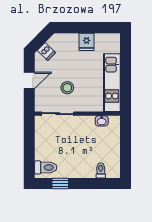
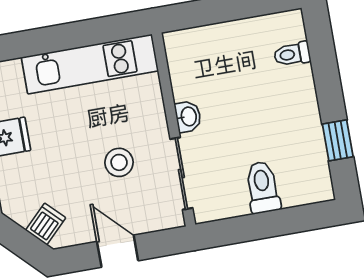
washbasin: (102, 121) -> (188, 117), moved
toilet: (46, 167) -> (263, 187), moved

